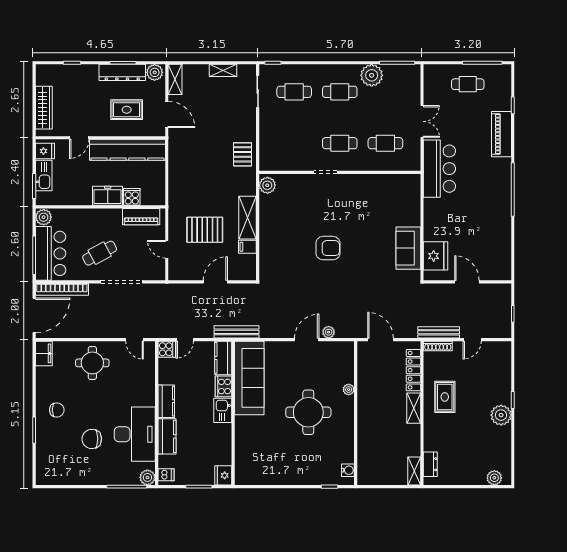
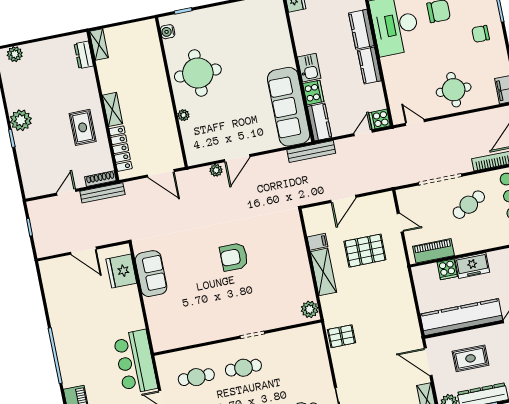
pallet: (243, 154) -> (341, 336), turned 90
round table: (308, 412) -> (198, 73), moved

